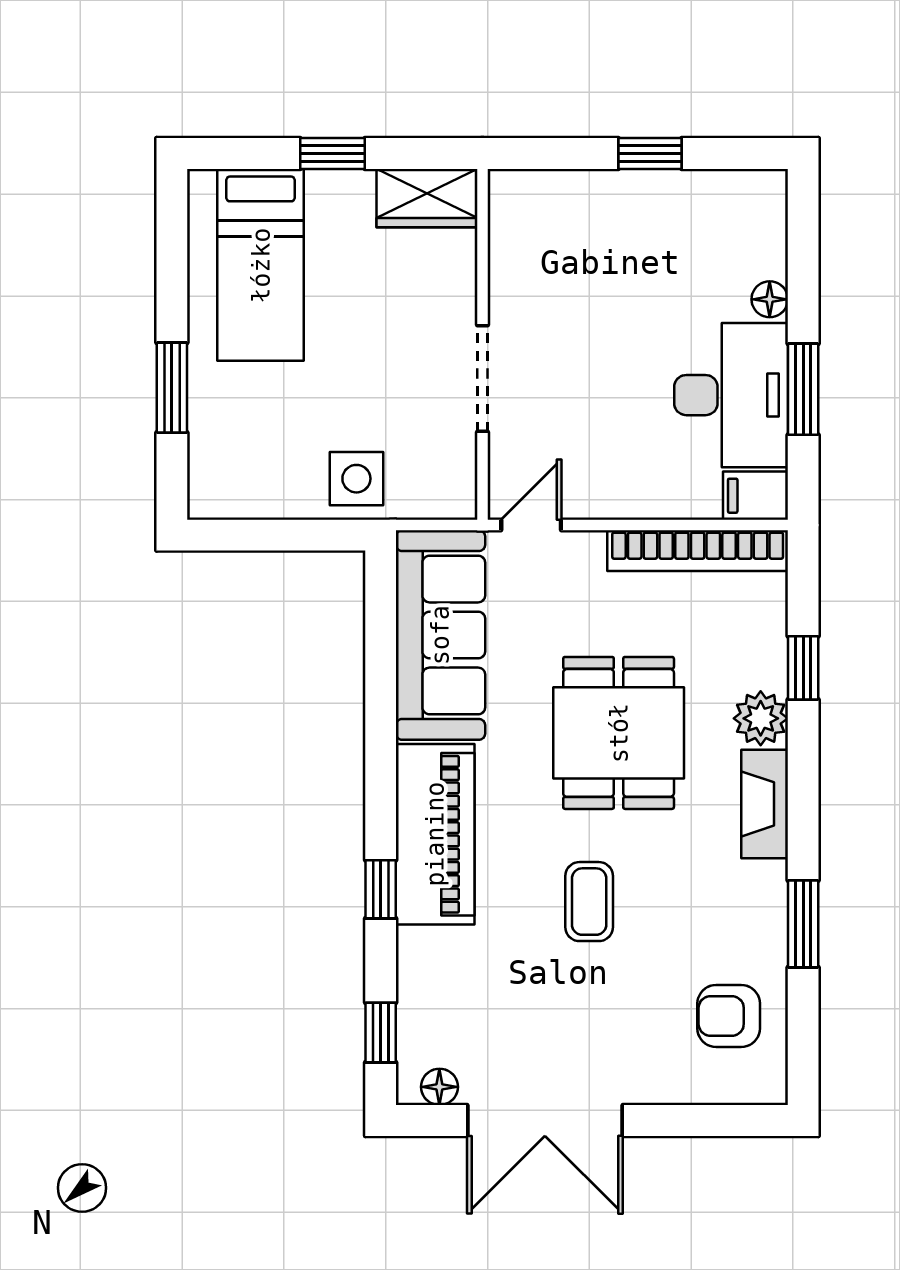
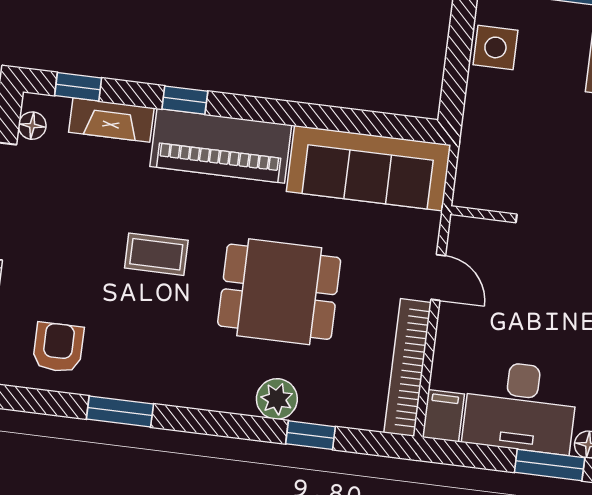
window: (803, 389) -> (550, 465), moved
side table: (356, 479) -> (495, 47), moved
door: (531, 525) -> (438, 277), moved
fireplace: (765, 804) -> (111, 120), moved, turned 180

